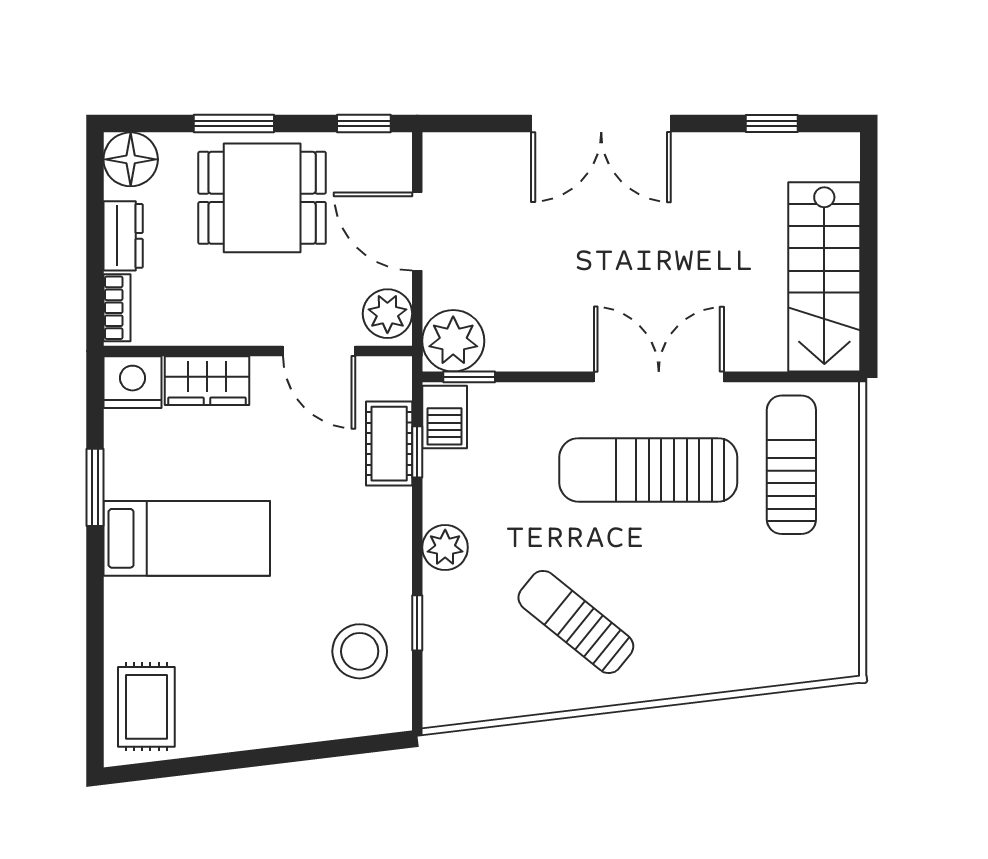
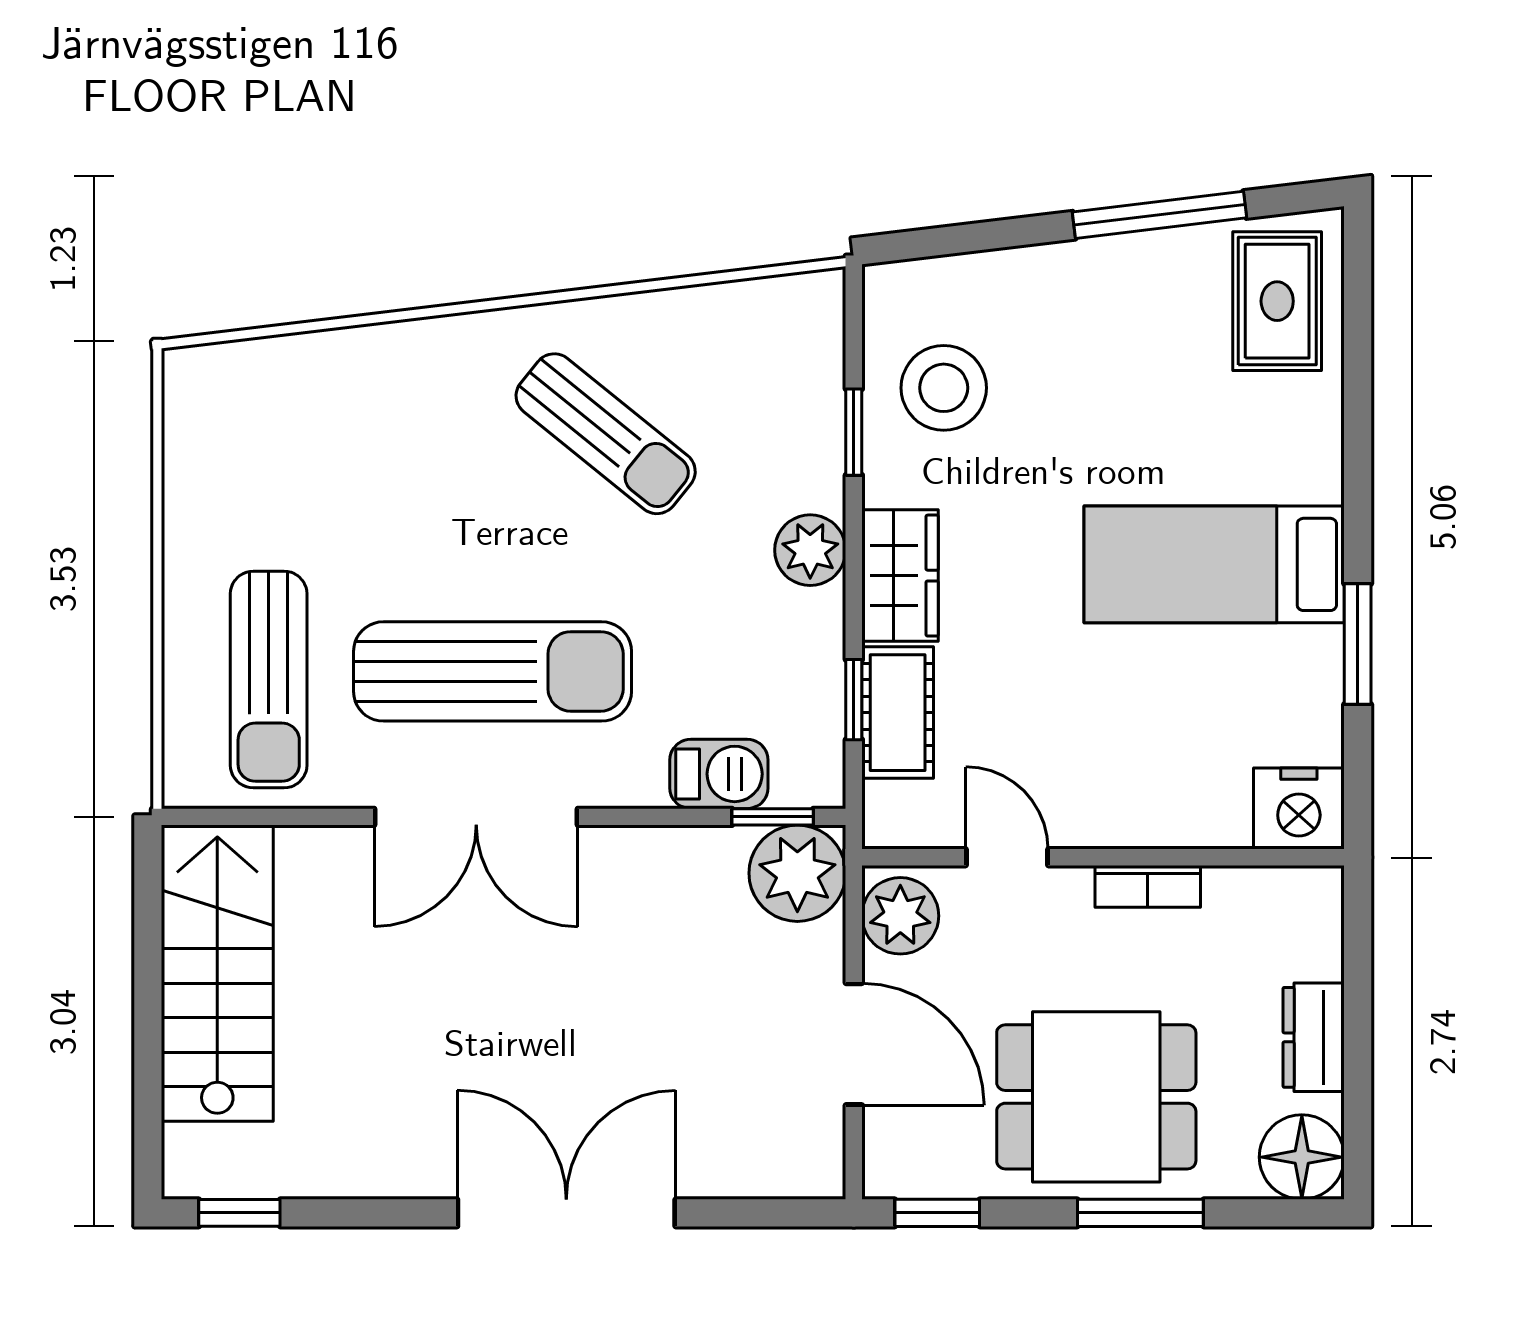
window: (772, 124) -> (239, 1213), moved
bookcase: (117, 308) -> (1148, 886), moved, turned -90
door: (319, 351) -> (1007, 857), width x0.73
wardrobe: (207, 381) -> (900, 576), moved, turned 90
barbecue: (445, 417) -> (719, 774), moved, turned 90
window: (222, 762) -> (1159, 215), added

